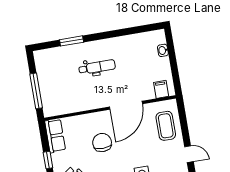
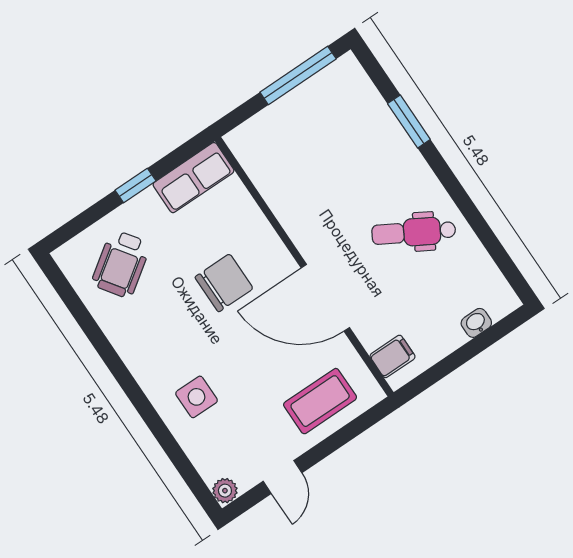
dental chair: (97, 67) -> (414, 232), moved, turned 120
window: (36, 91) -> (298, 75), moved

